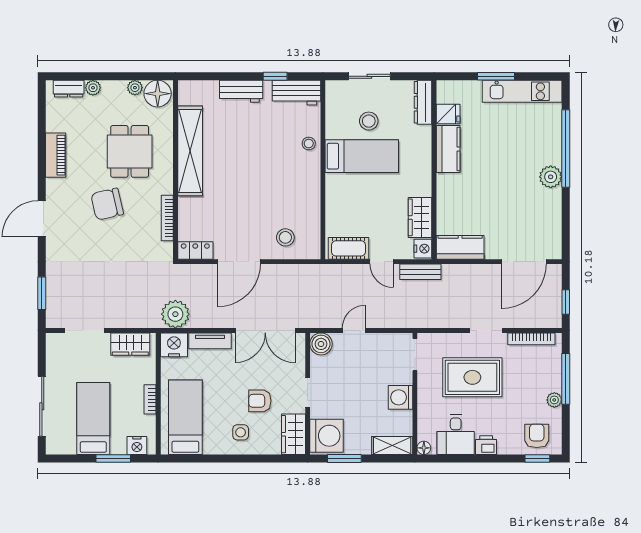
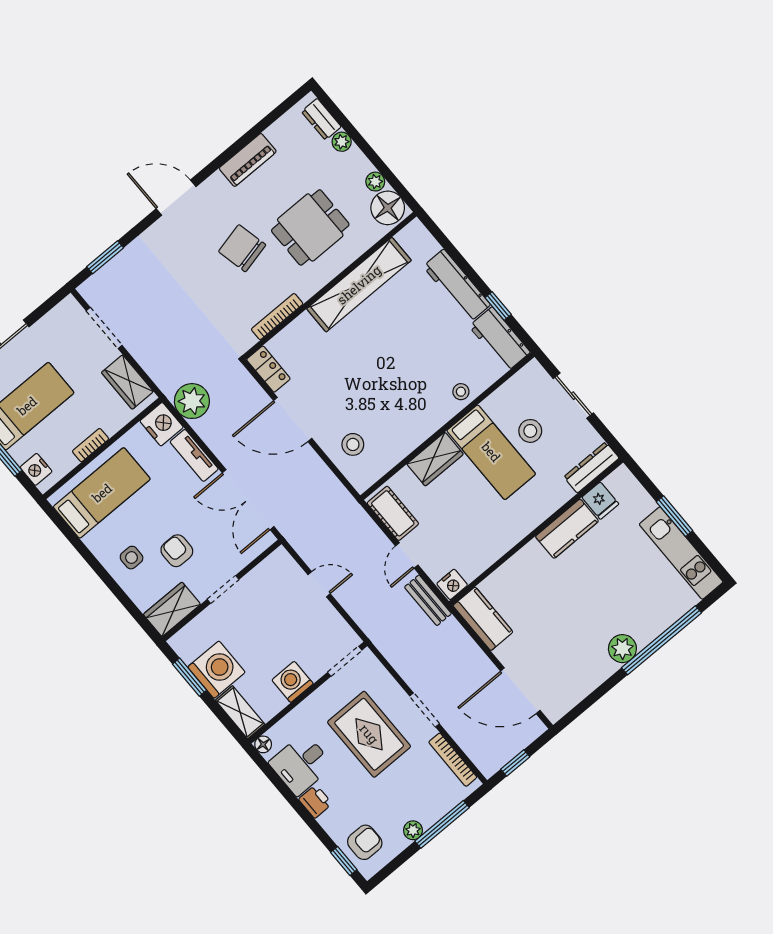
workbench: (241, 91) -> (457, 286), width x1.37
wardrobe: (420, 217) -> (435, 459), moved, turned 180
boiler: (321, 344) -> (280, 563), removed
washing machine: (327, 436) -> (216, 670), moved, turned -90

